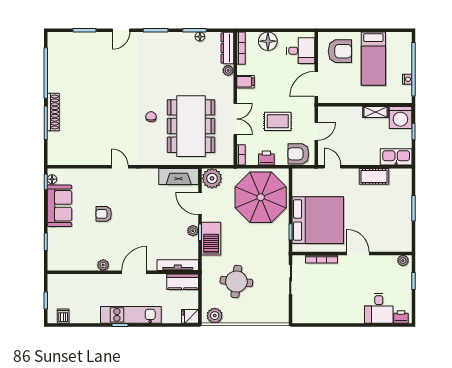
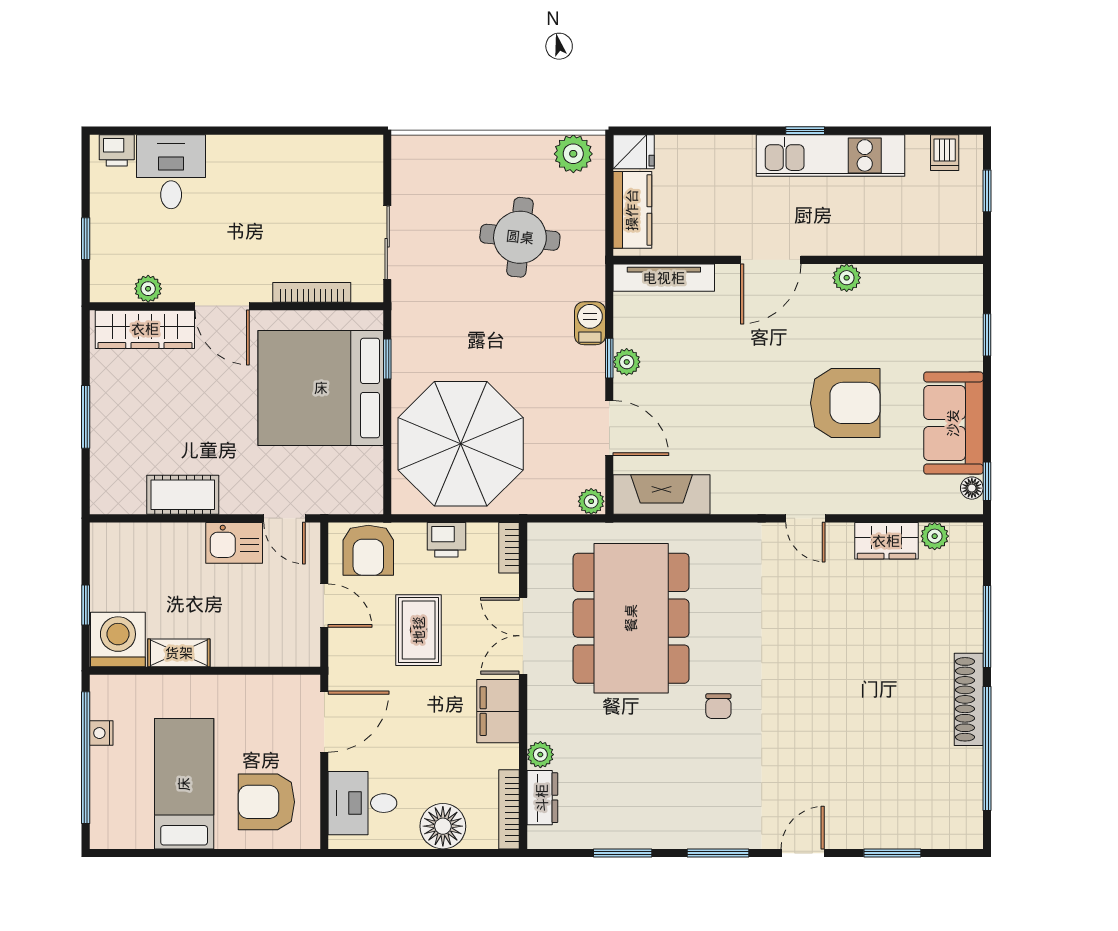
floor lamp: (200, 37) -> (610, 838), removed
dresser: (227, 48) -> (542, 798), width x0.70
filing cabinet: (245, 82) -> (498, 711), width x2.00
shoe rack: (53, 112) -> (969, 699), moved
chair: (151, 117) -> (718, 706), moved
rug: (278, 121) -> (419, 630), turned 90
door: (316, 131) -> (324, 606), swing flipped
armchair: (298, 154) -> (368, 550), turned 90
kitchen sink: (396, 157) -> (234, 543), moved, width x0.73
wardrobe: (87, 158) -> (886, 541), added
plant: (67, 160) -> (935, 536), added
plant: (212, 178) -> (591, 501), width x0.53, depth x0.53
armchair: (104, 214) -> (845, 403), width x1.88, depth x1.88
barbecue: (211, 239) -> (590, 323), width x0.53, depth x0.65
wardrobe: (389, 244) -> (145, 329), added
plant: (403, 261) -> (148, 289), moved
kitchen counter: (183, 282) -> (632, 210), moved, turned 90
kitchen unit: (131, 315) -> (831, 155), moved

